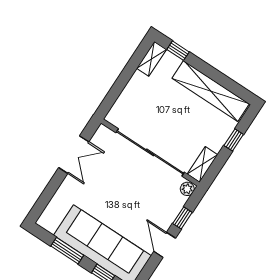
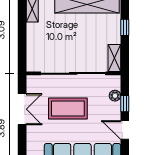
coffee table: (121, 185) -> (68, 108), added
plant: (187, 189) -> (115, 96), moved

